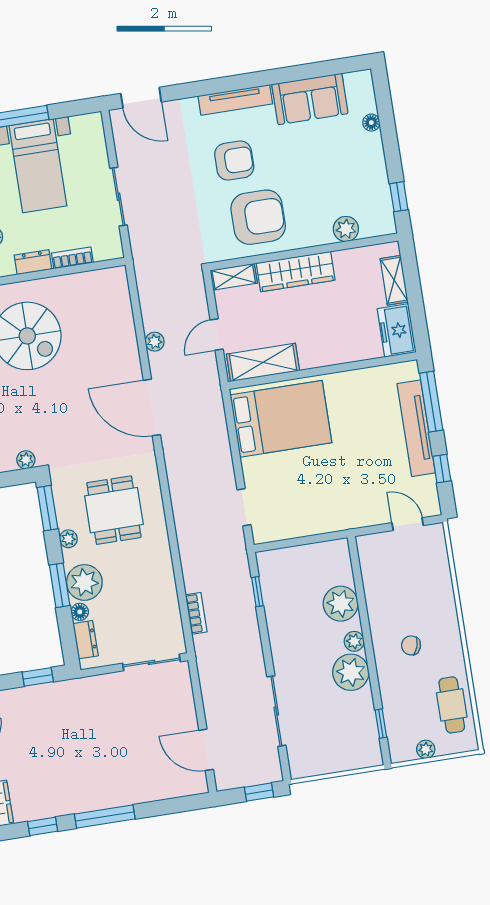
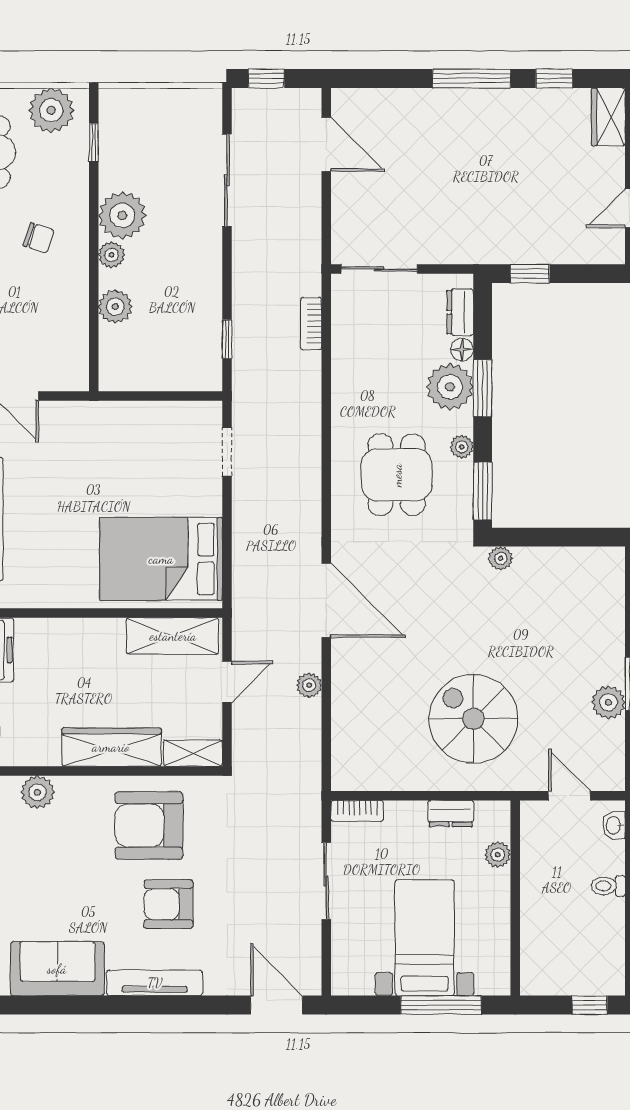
bookcase: (72, 258) -> (357, 811), moved
plant: (341, 604) -> (115, 307), width x0.73, depth x0.73
plant: (426, 749) -> (51, 110), width x1.87, depth x1.87

